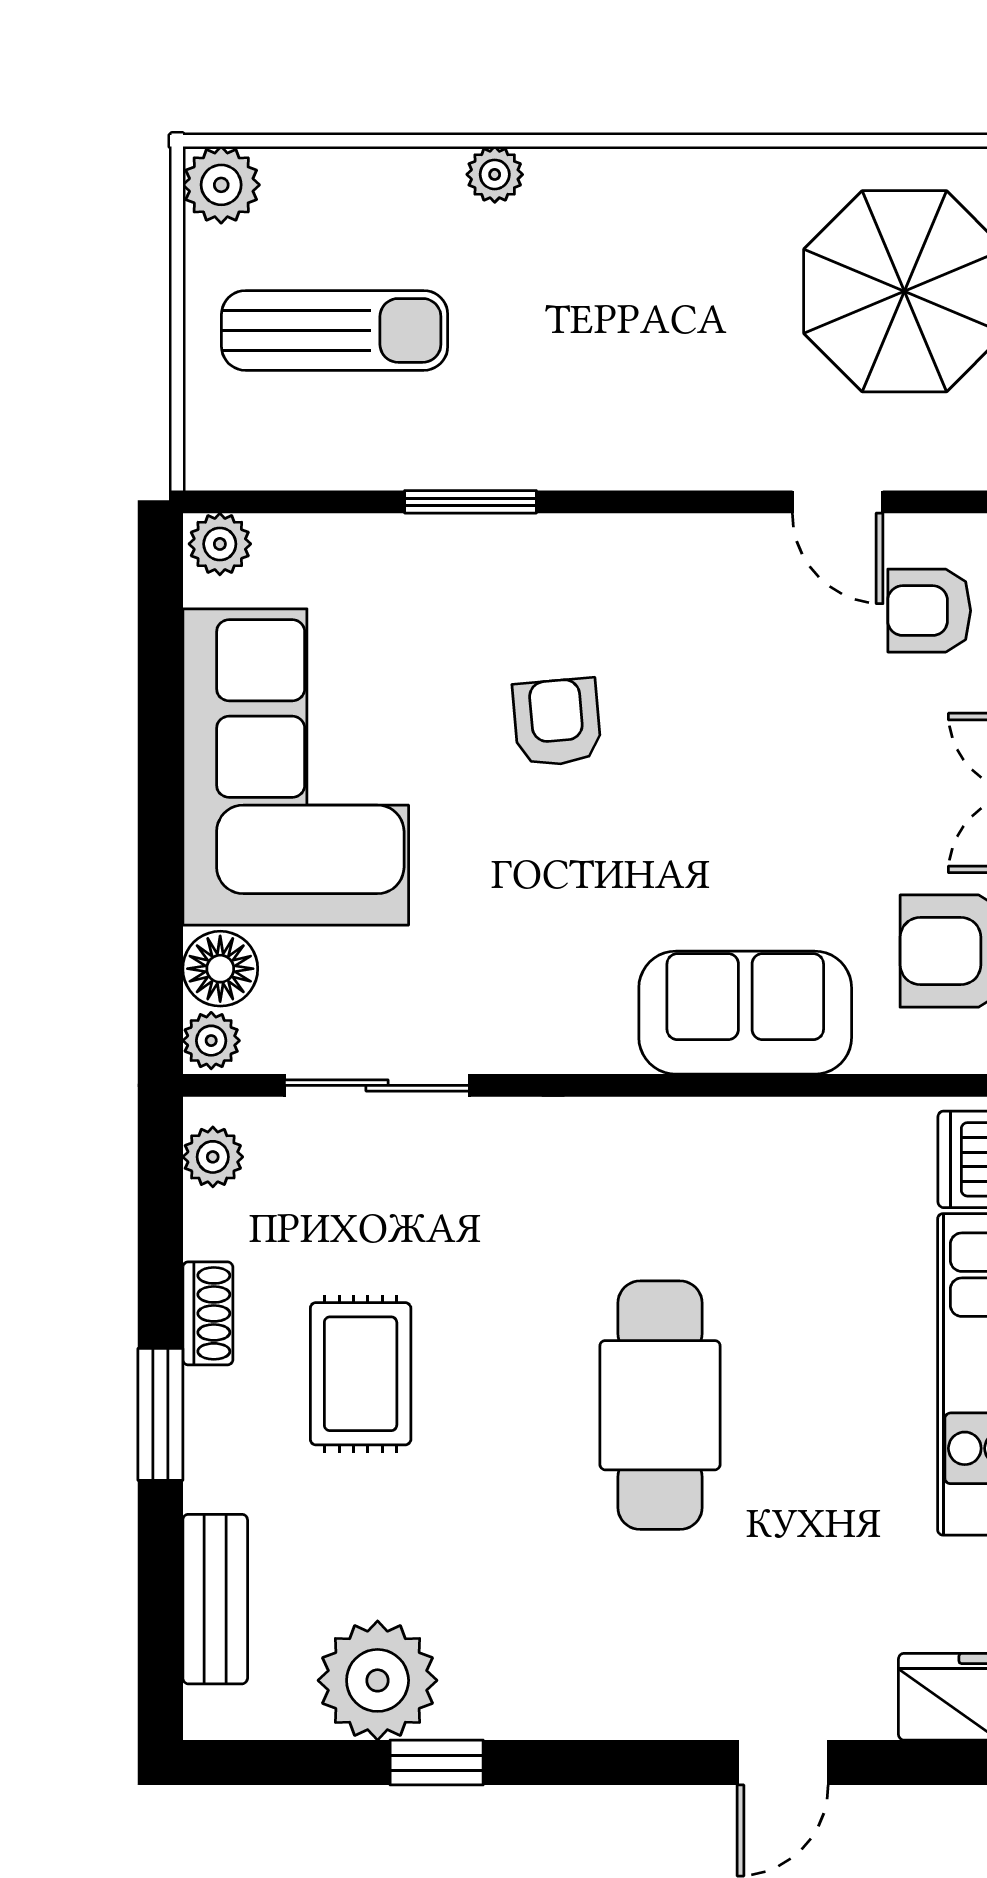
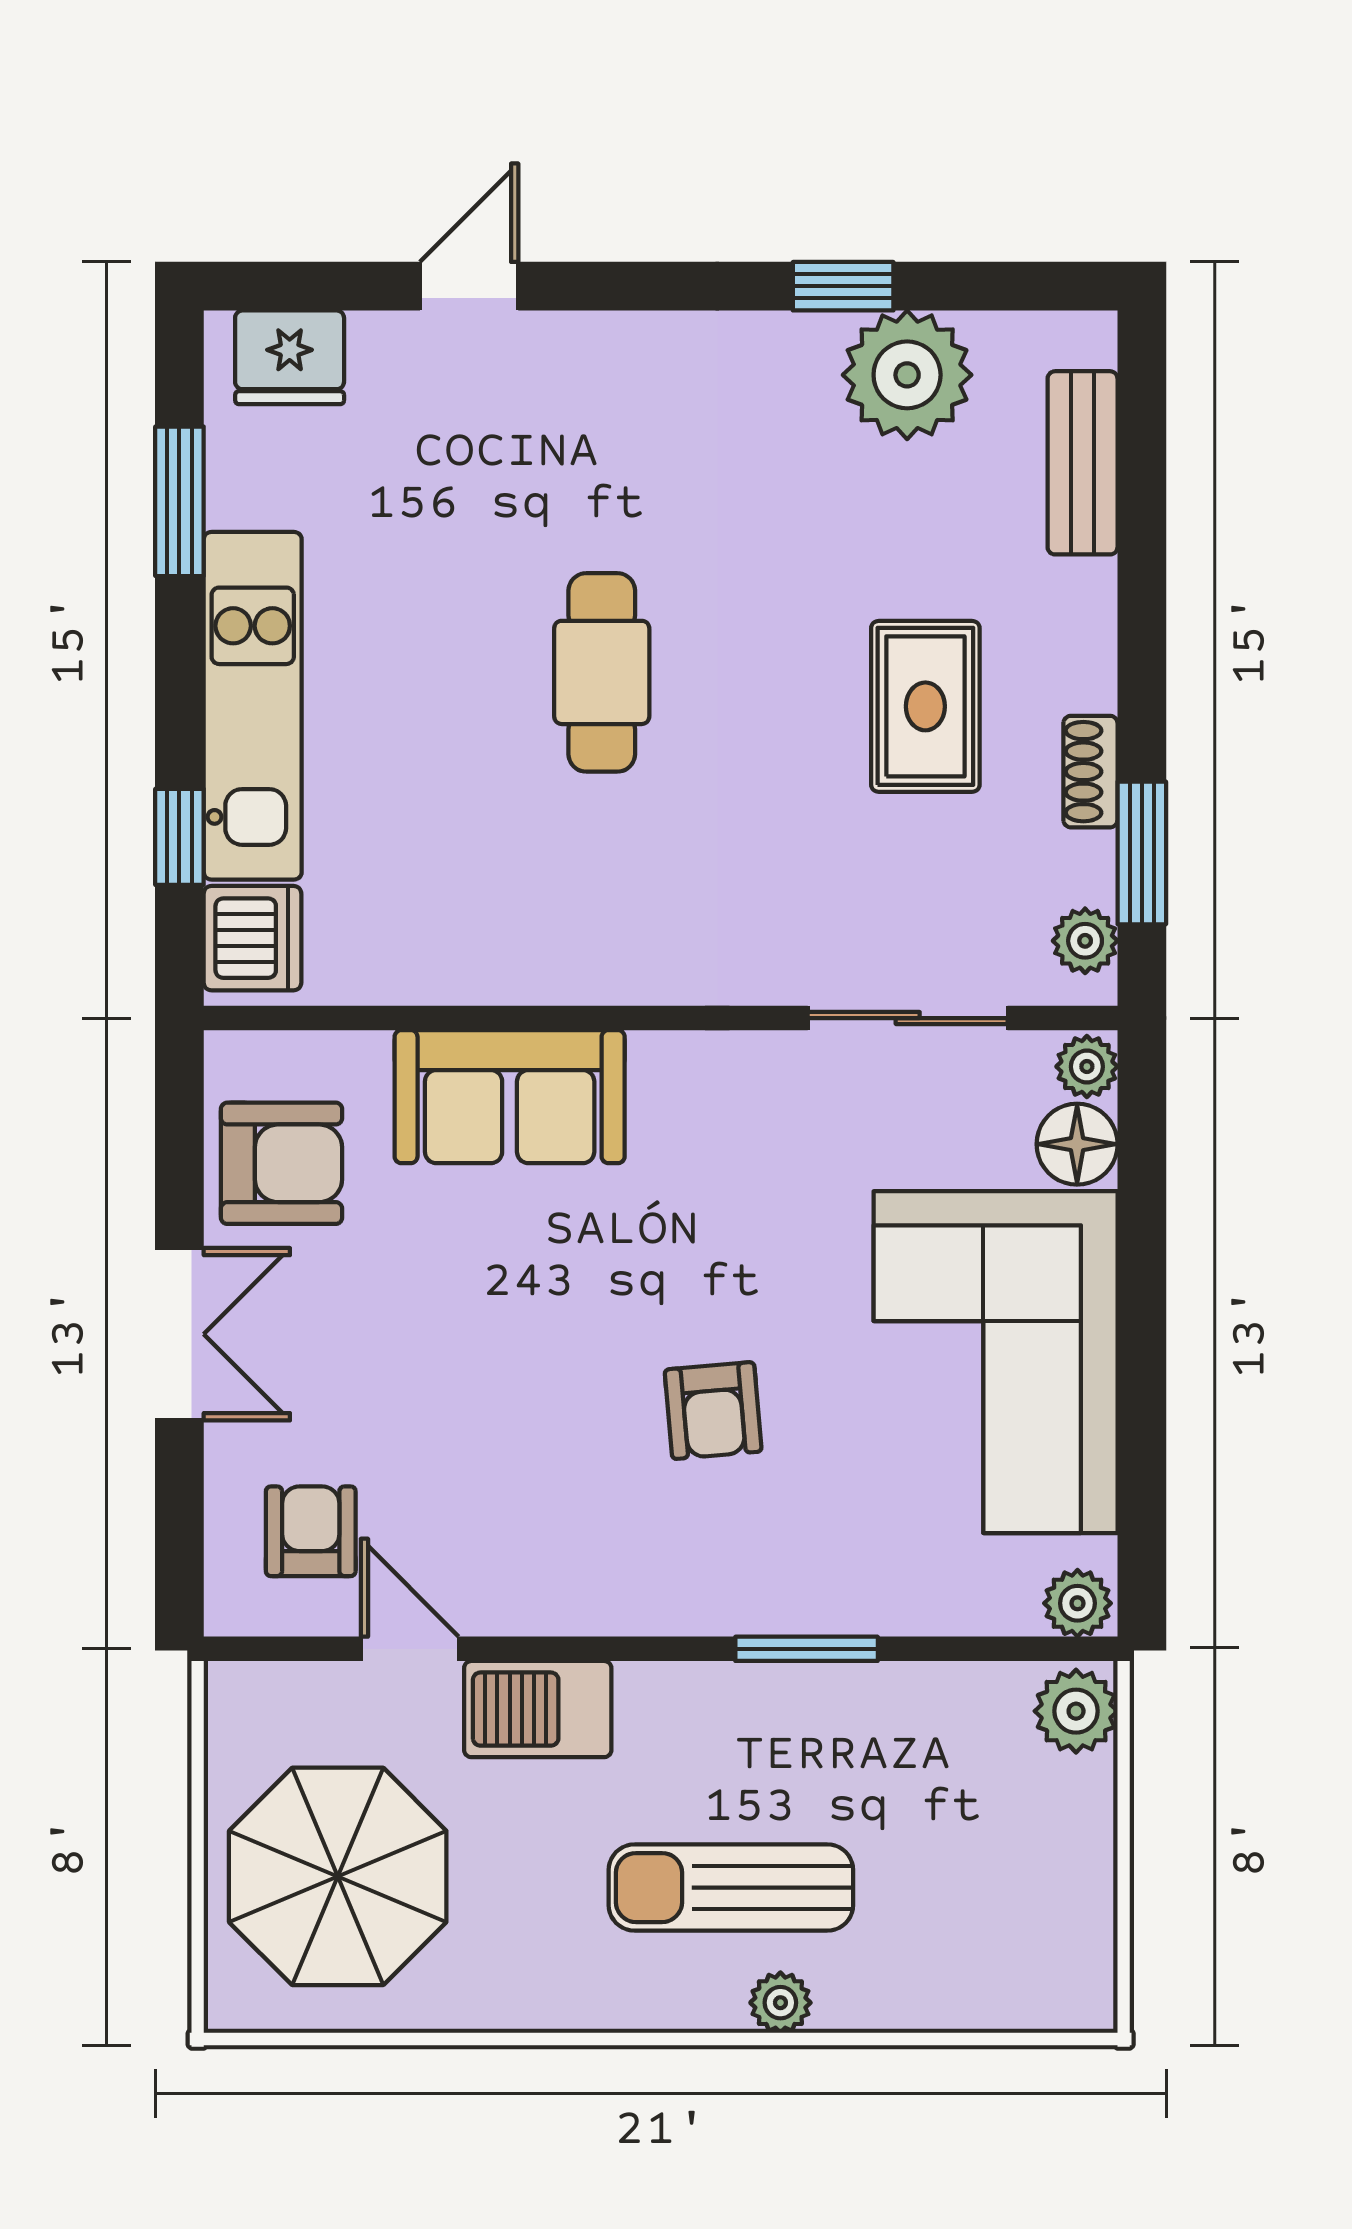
plant: (221, 185) -> (1076, 1711), moved
sun lounger: (335, 330) -> (731, 1888), moved
barbecue: (719, 446) -> (538, 1709), added
armchair: (929, 611) -> (311, 1531), turned -90
cafe table: (660, 1405) -> (602, 672), width x0.73, depth x0.74
window: (160, 1414) -> (1142, 853), moved

